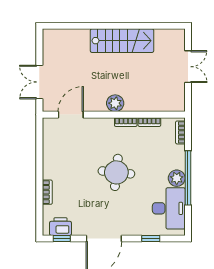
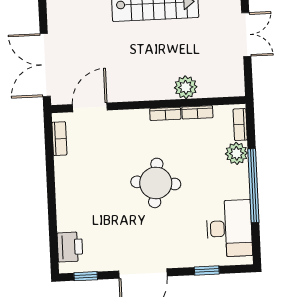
double door: (39, 82) -> (45, 65), width x1.37
plant: (115, 103) -> (186, 87), moved
plant: (177, 178) -> (237, 153), moved
bookcase: (47, 192) -> (59, 139), moved
printer: (60, 227) -> (70, 247), moved, turned 90

